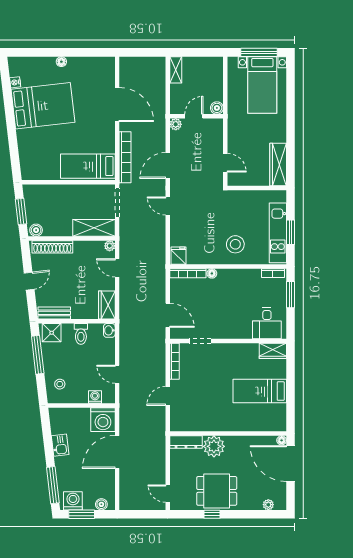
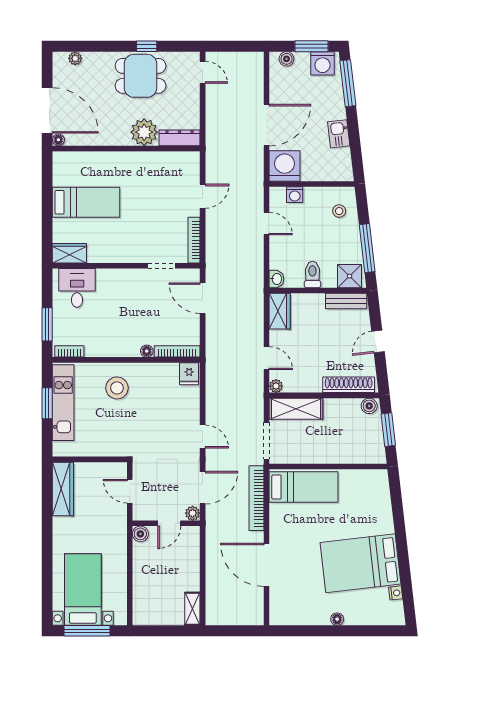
boiler: (217, 108) -> (140, 534), moved
door: (194, 116) -> (169, 523), moved
wall: (196, 116) -> (166, 523), moved
plant: (176, 124) -> (193, 513), moved

